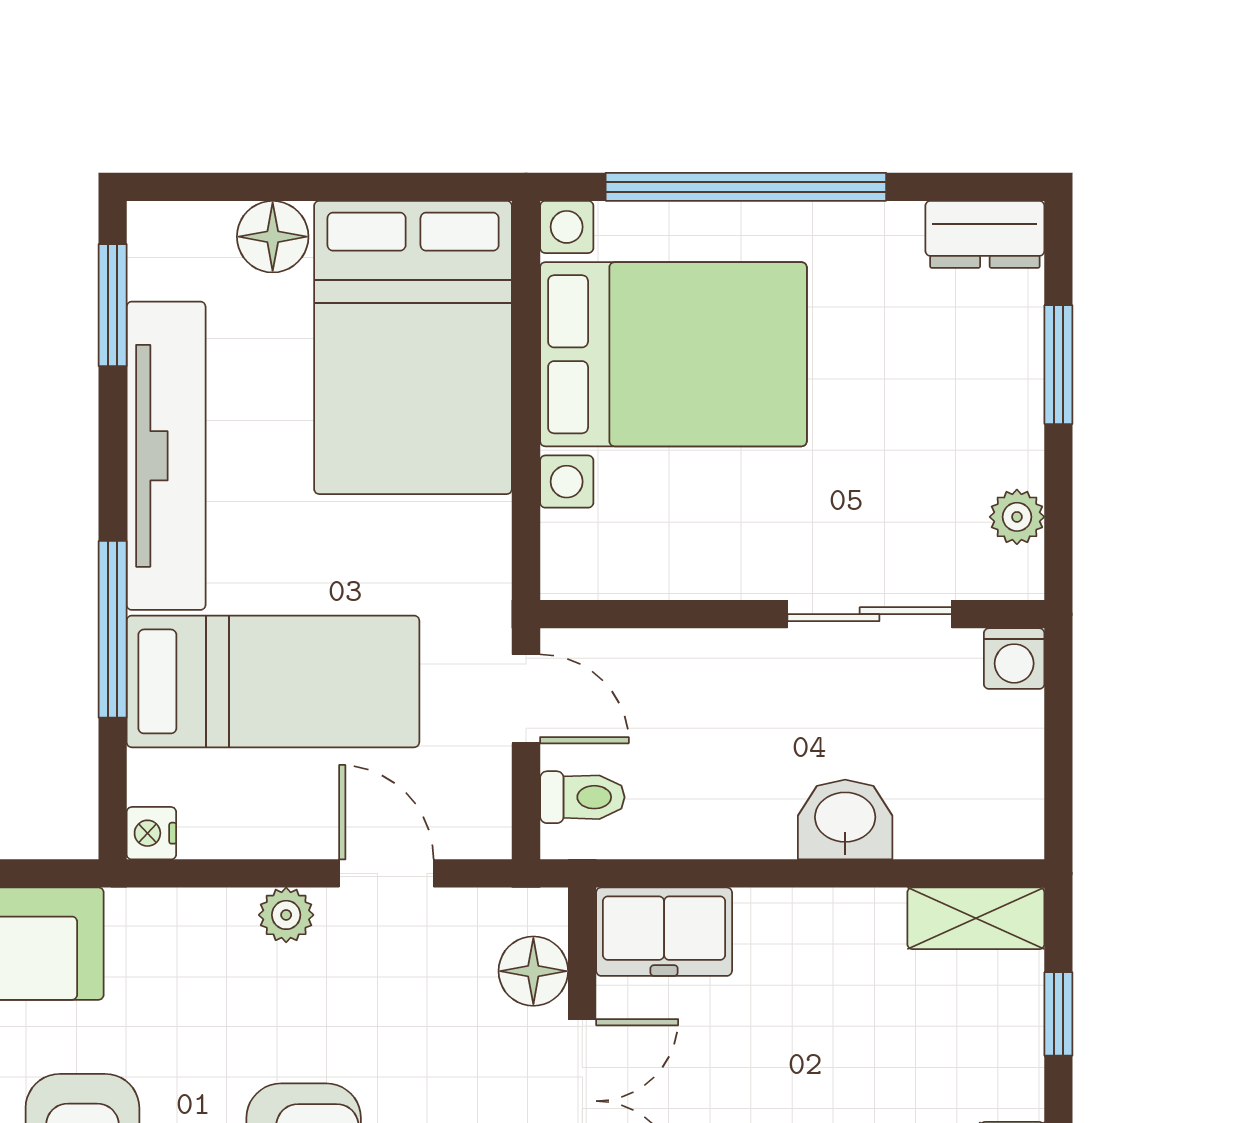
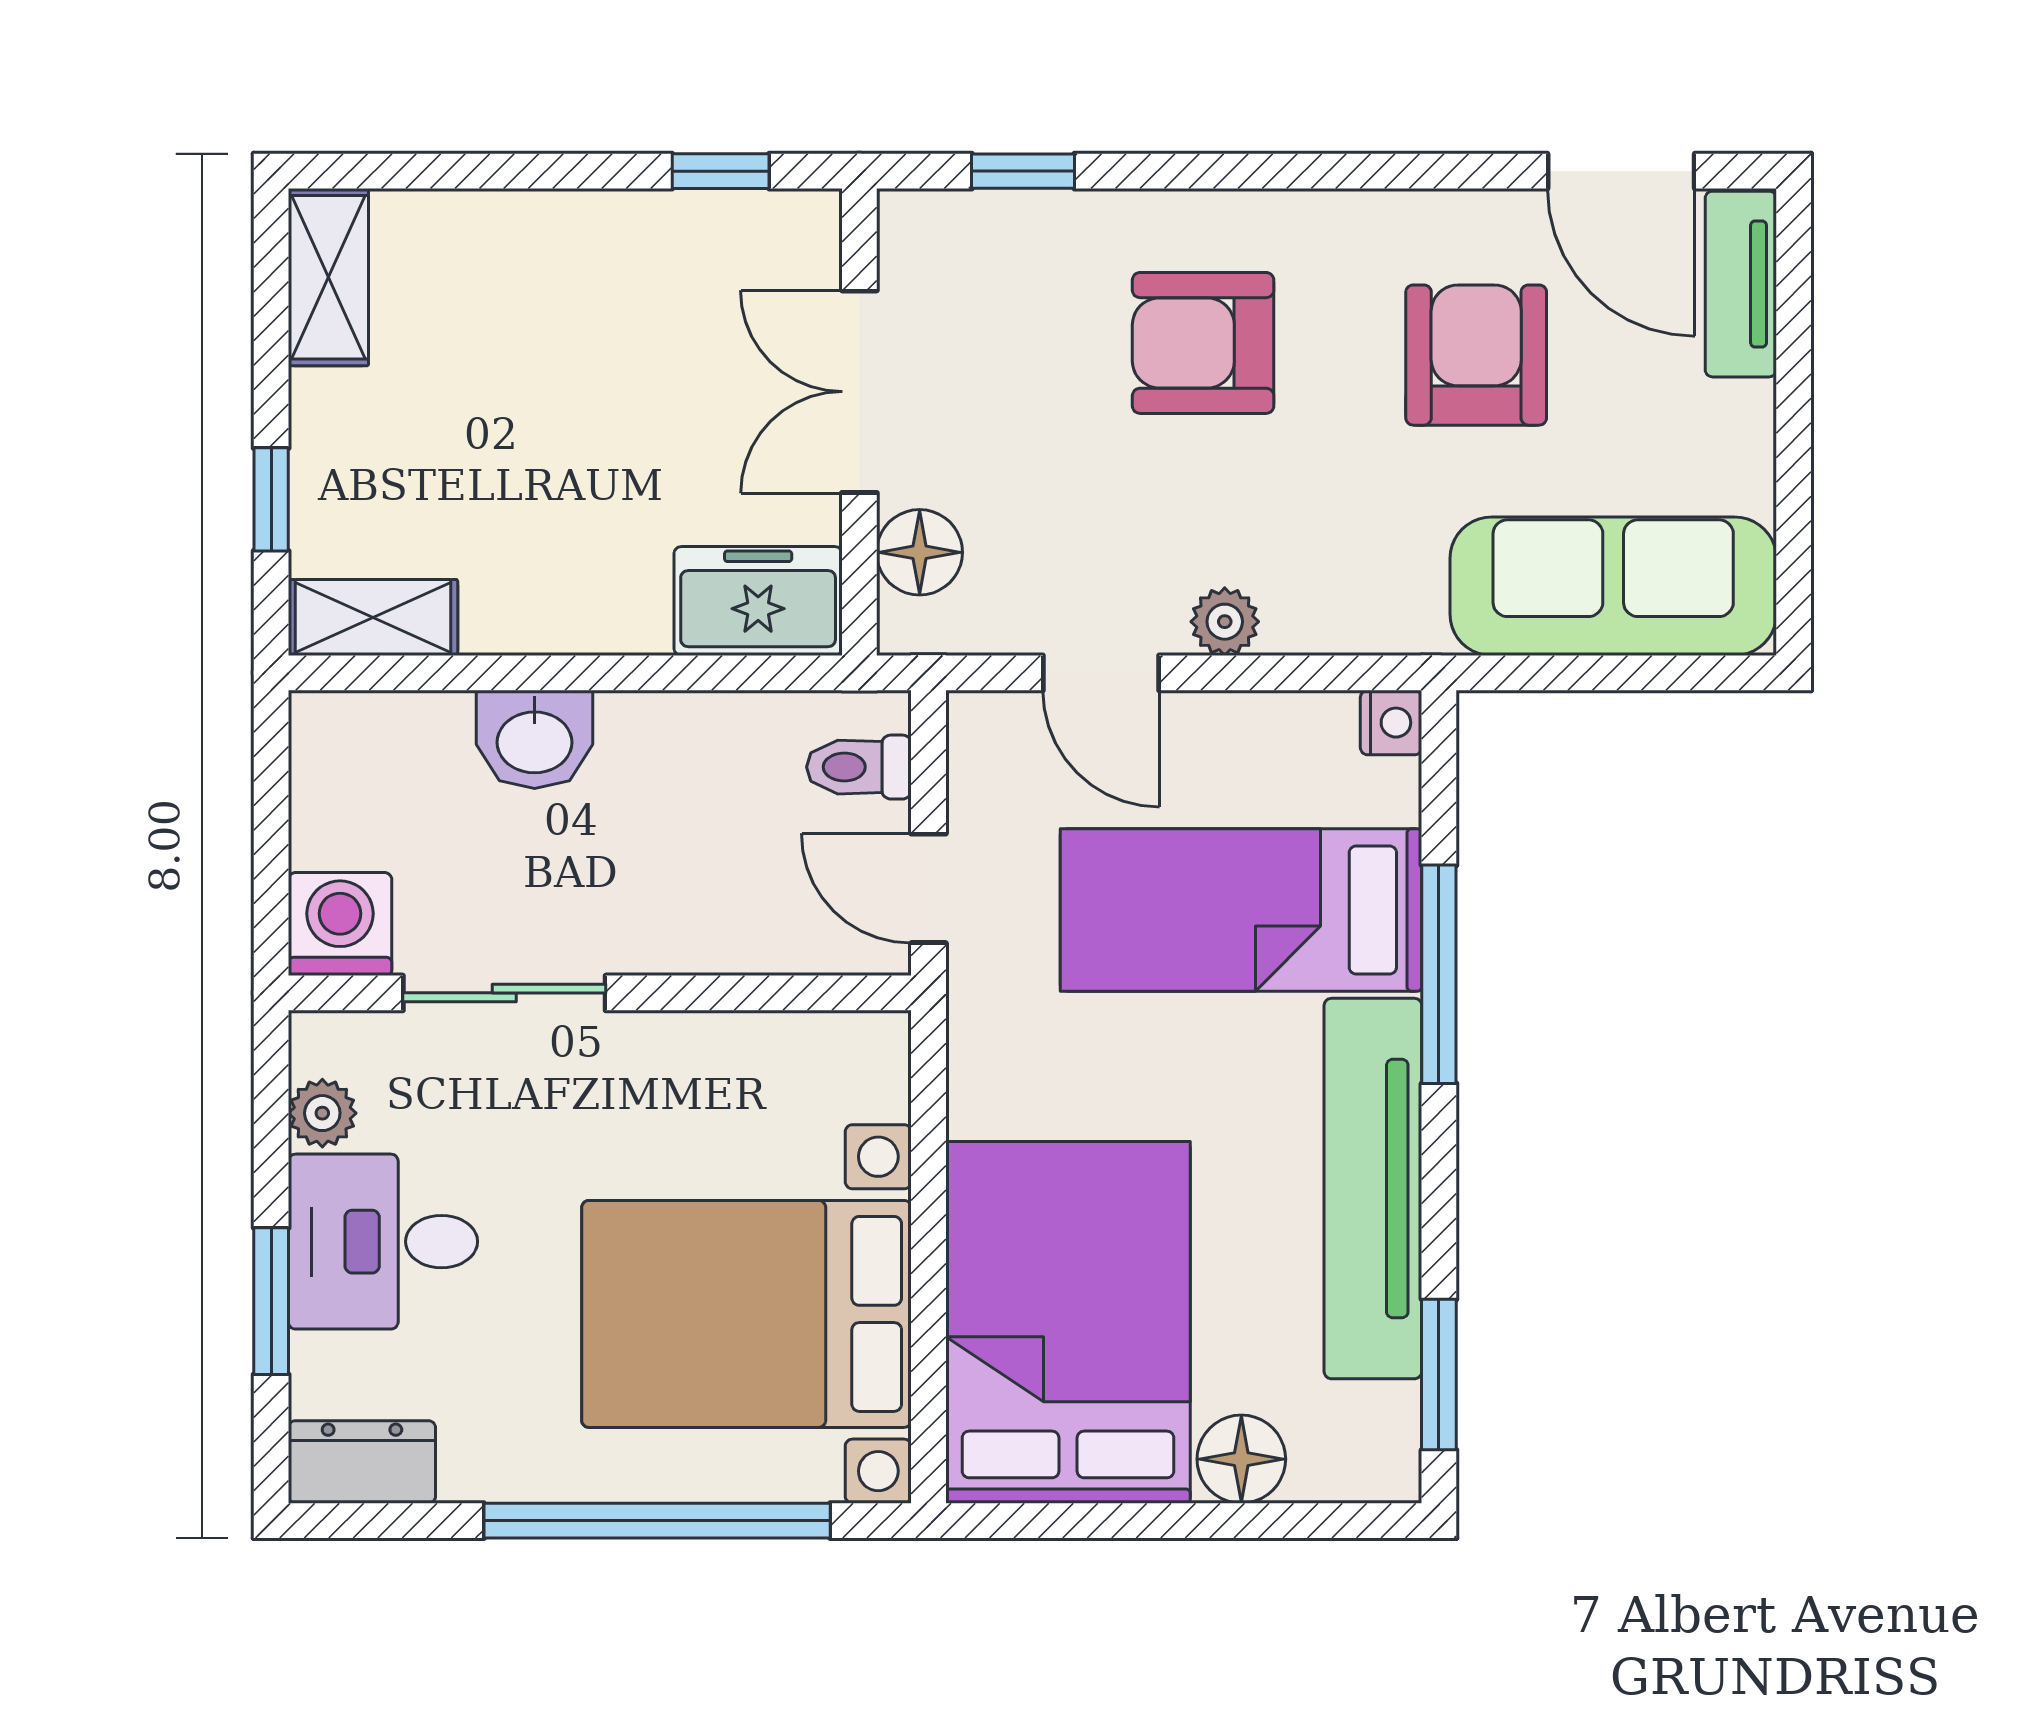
desk: (968, 413) -> (383, 1242), added
washing machine: (1014, 659) -> (340, 924), width x1.38, depth x1.38

